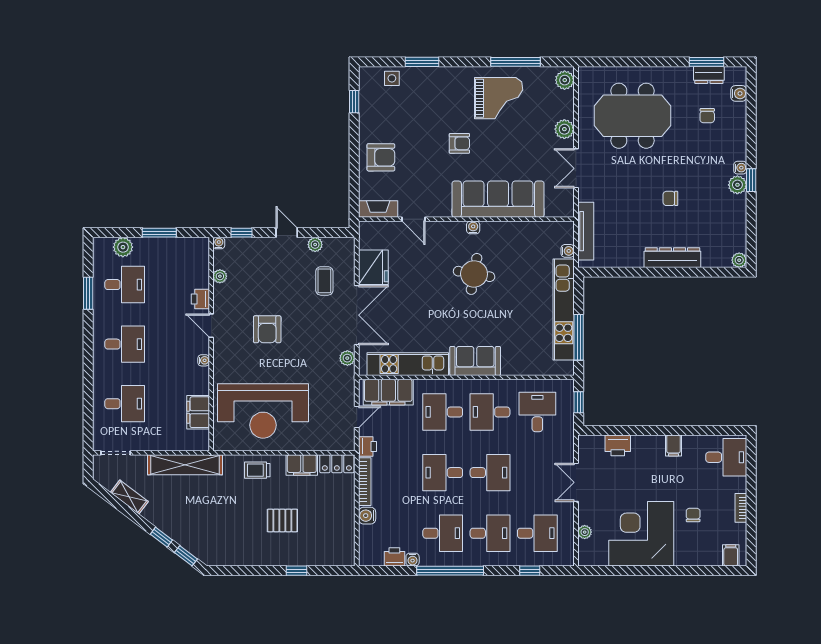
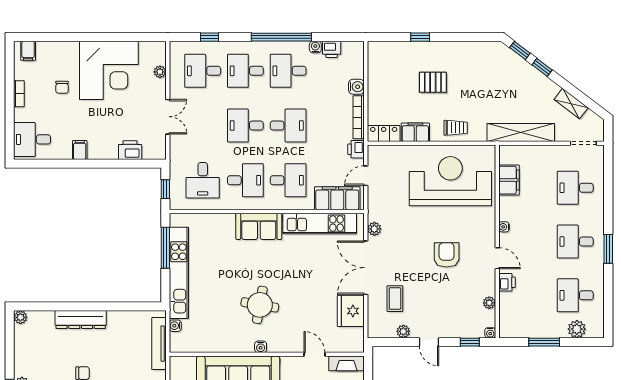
window: (88, 293) -> (608, 249), moved

